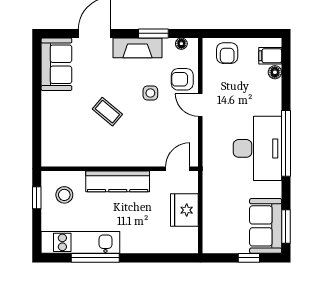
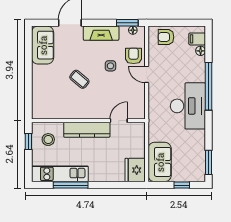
window: (153, 33) -> (127, 23), moved
armchair: (227, 53) -> (166, 37), turned 90
armchair: (182, 79) -> (134, 56), turned 90
window: (286, 143) -> (209, 86), moved
door: (178, 169) -> (119, 121), moved
fridge: (184, 210) -> (135, 170), moved
sofa: (266, 226) -> (160, 162), moved, turned 180

